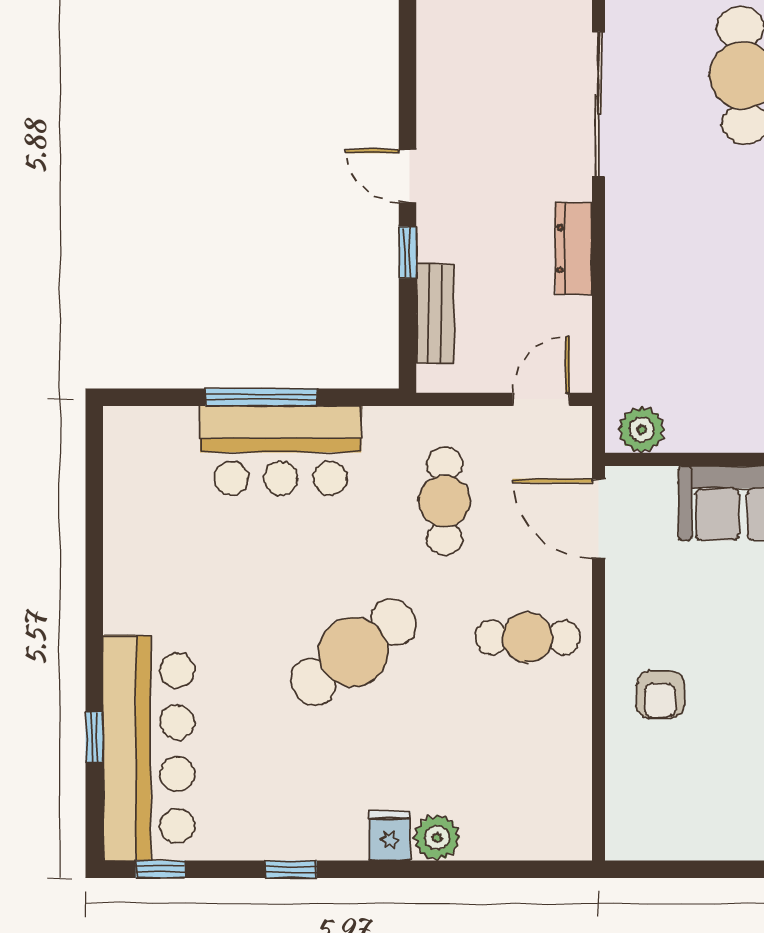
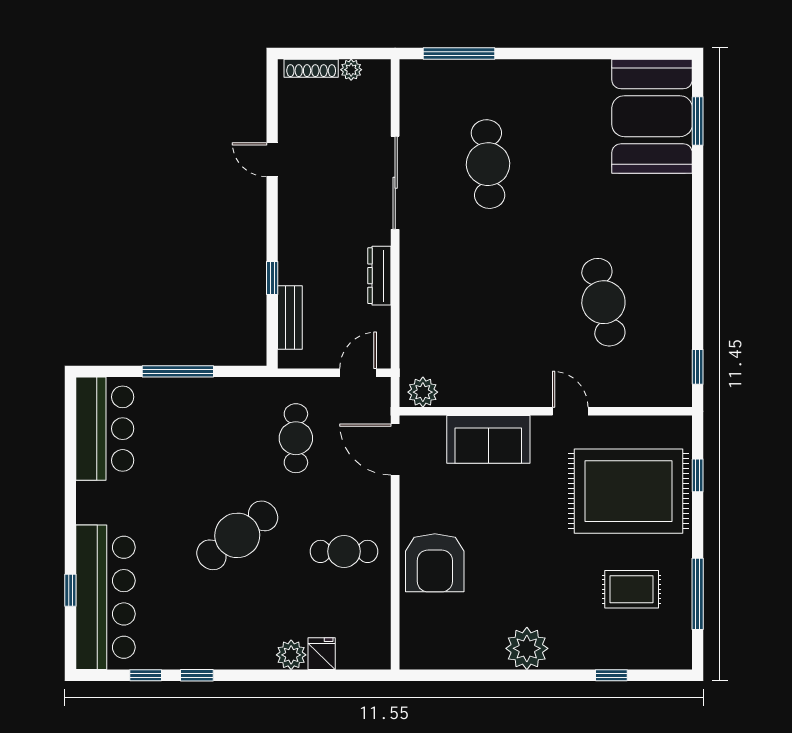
door: (408, 176) -> (272, 160), moved
bar counter: (281, 450) -> (105, 429), moved, turned -90
cafe table: (527, 637) -> (344, 551), moved
armchair: (660, 695) -> (435, 563), width x1.88, depth x1.88
fridge: (390, 836) -> (322, 654), moved
window: (160, 869) -> (146, 675), moved

